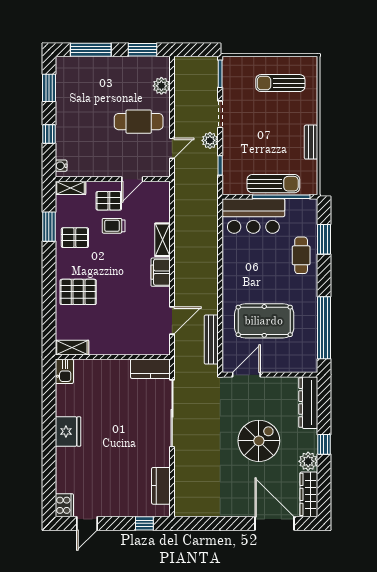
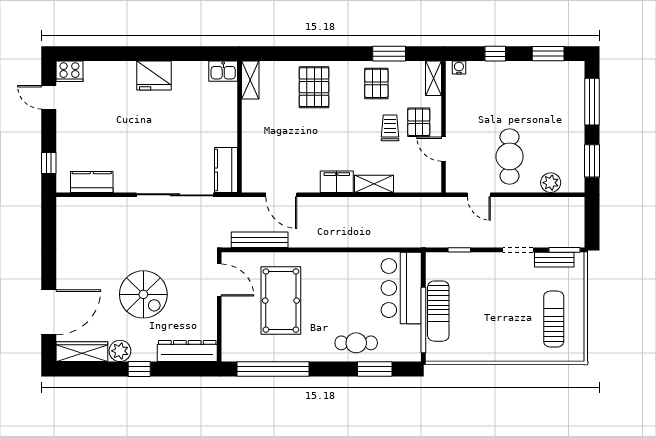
plant: (210, 140) -> (488, 238), removed
bench: (311, 142) -> (554, 260), moved

